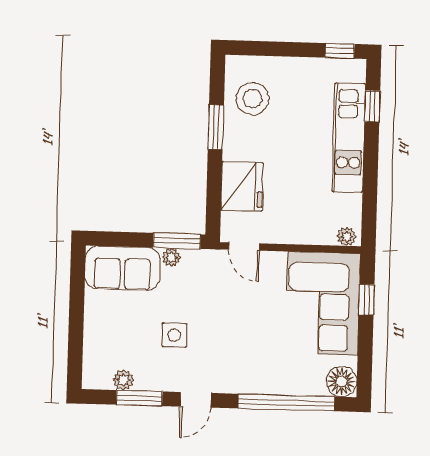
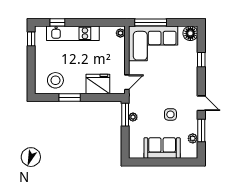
sofa: (122, 268) -> (162, 148), moved, turned -90
window: (367, 300) -> (151, 22), width x2.17
window: (286, 402) -> (201, 60), width x0.32

